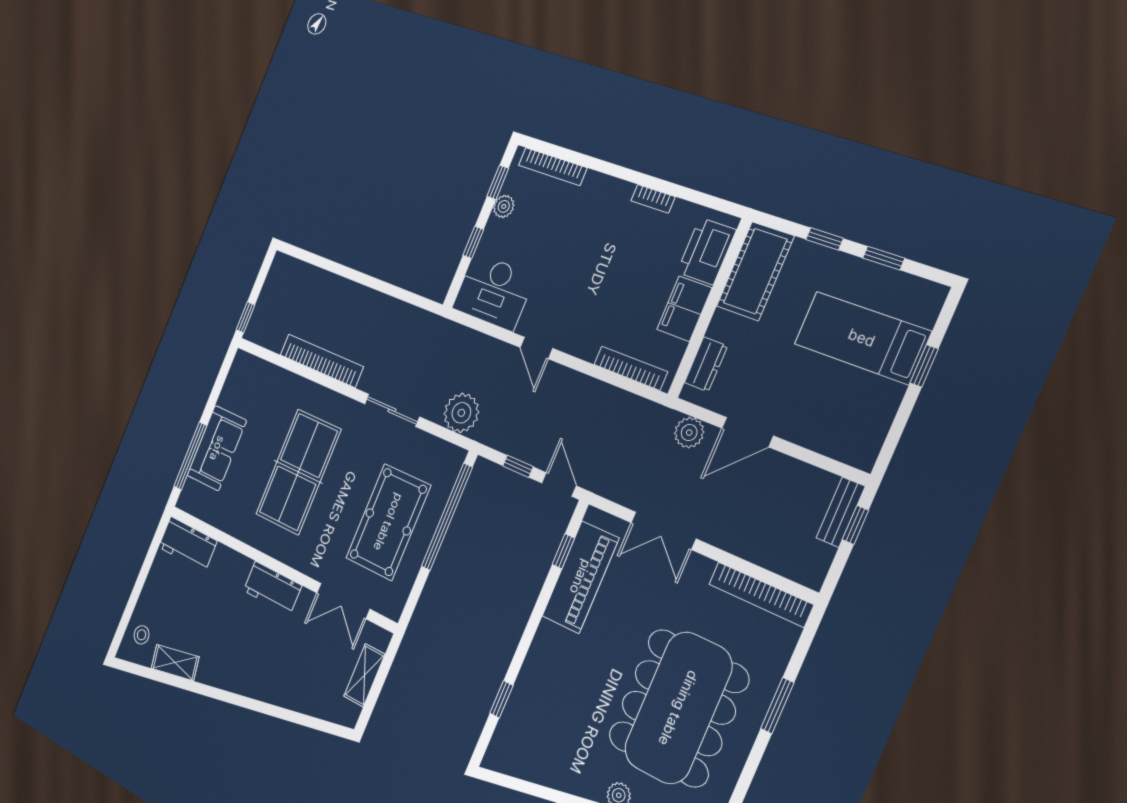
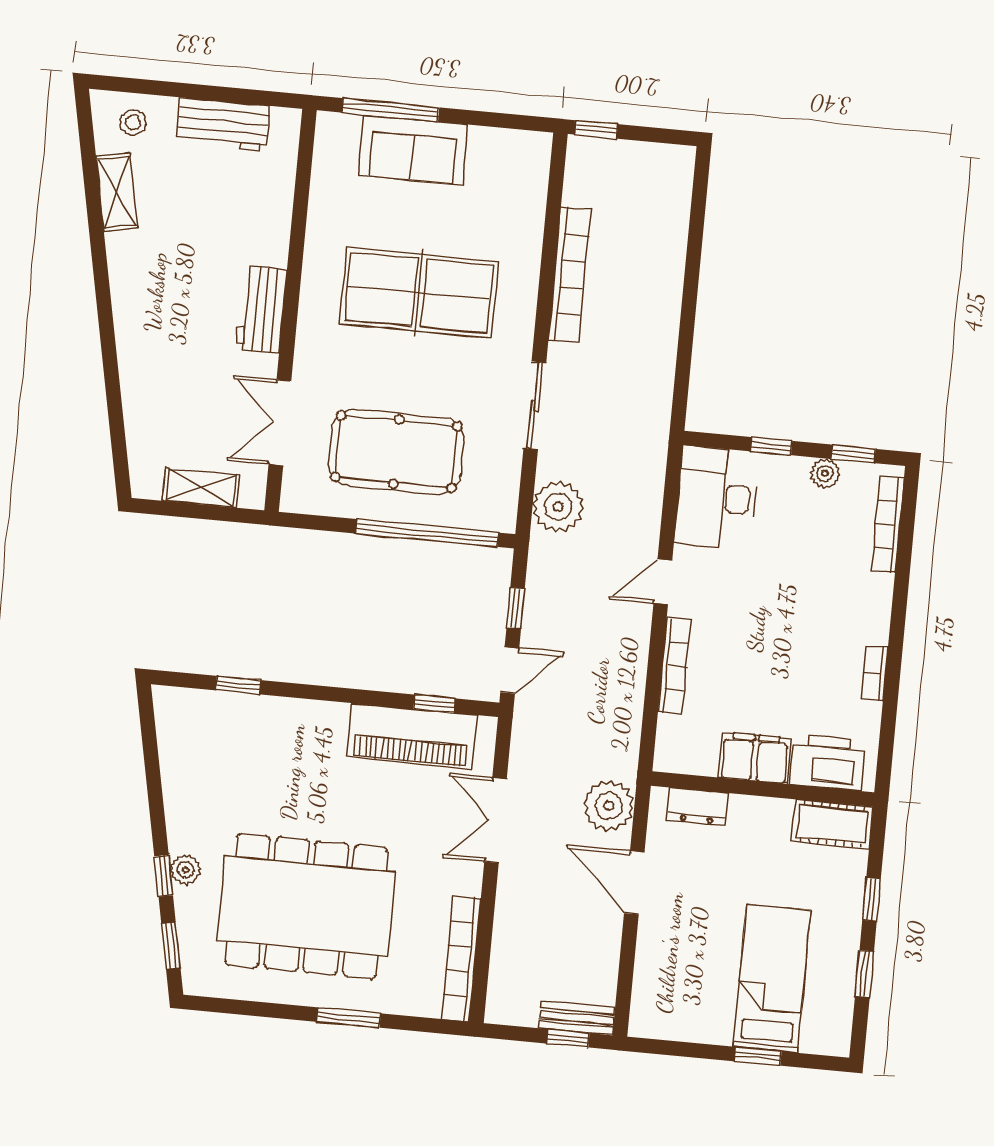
cot: (755, 271) -> (832, 824), width x0.73, depth x0.75
bookcase: (631, 368) -> (674, 666), moved
plant: (689, 433) -> (609, 806), width x1.36, depth x1.36
workbench: (188, 544) -> (223, 125), moved, turned -90

